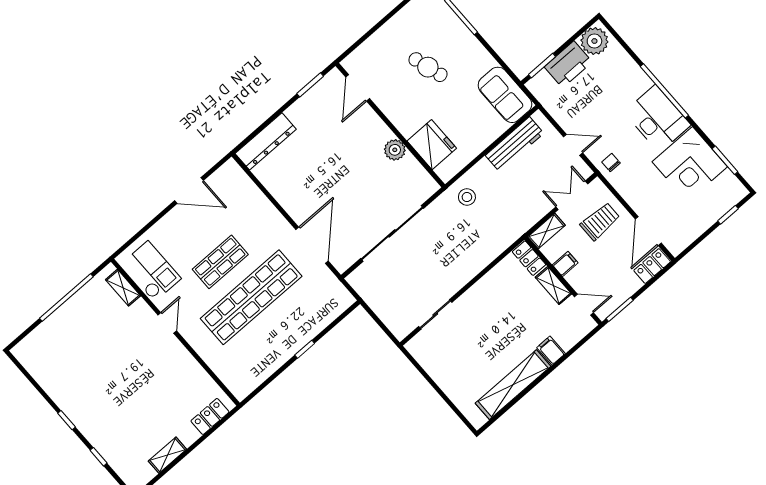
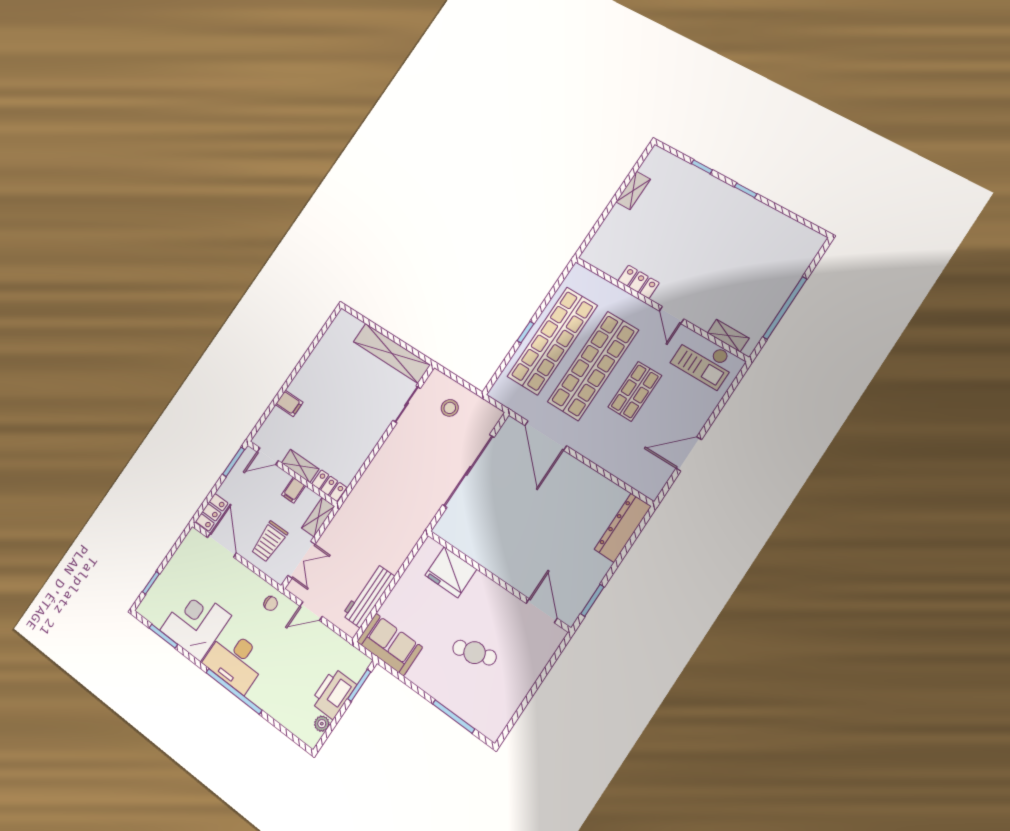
plant: (594, 41) -> (322, 724), width x0.53, depth x0.53
plant: (395, 150) -> (487, 556), removed
stool: (467, 197) -> (450, 408), moved
shop shelf: (282, 333) -> (552, 341), added
shelving: (513, 385) -> (392, 353), moved, turned 90
locker: (210, 416) -> (639, 282), moved, turned -90

